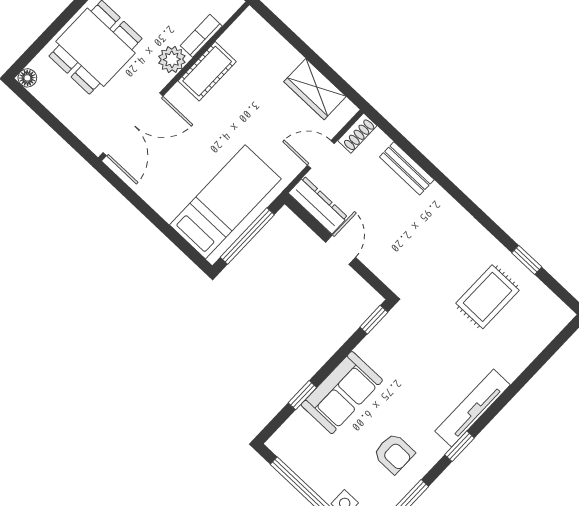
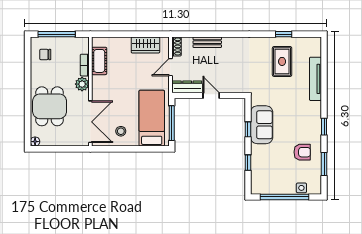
cot: (207, 71) -> (99, 61), moved
stool: (164, 179) -> (121, 131), added
window: (374, 320) -> (248, 129), moved
sofa: (342, 393) -> (262, 125), moved
tv unit: (473, 408) -> (315, 79), moved

